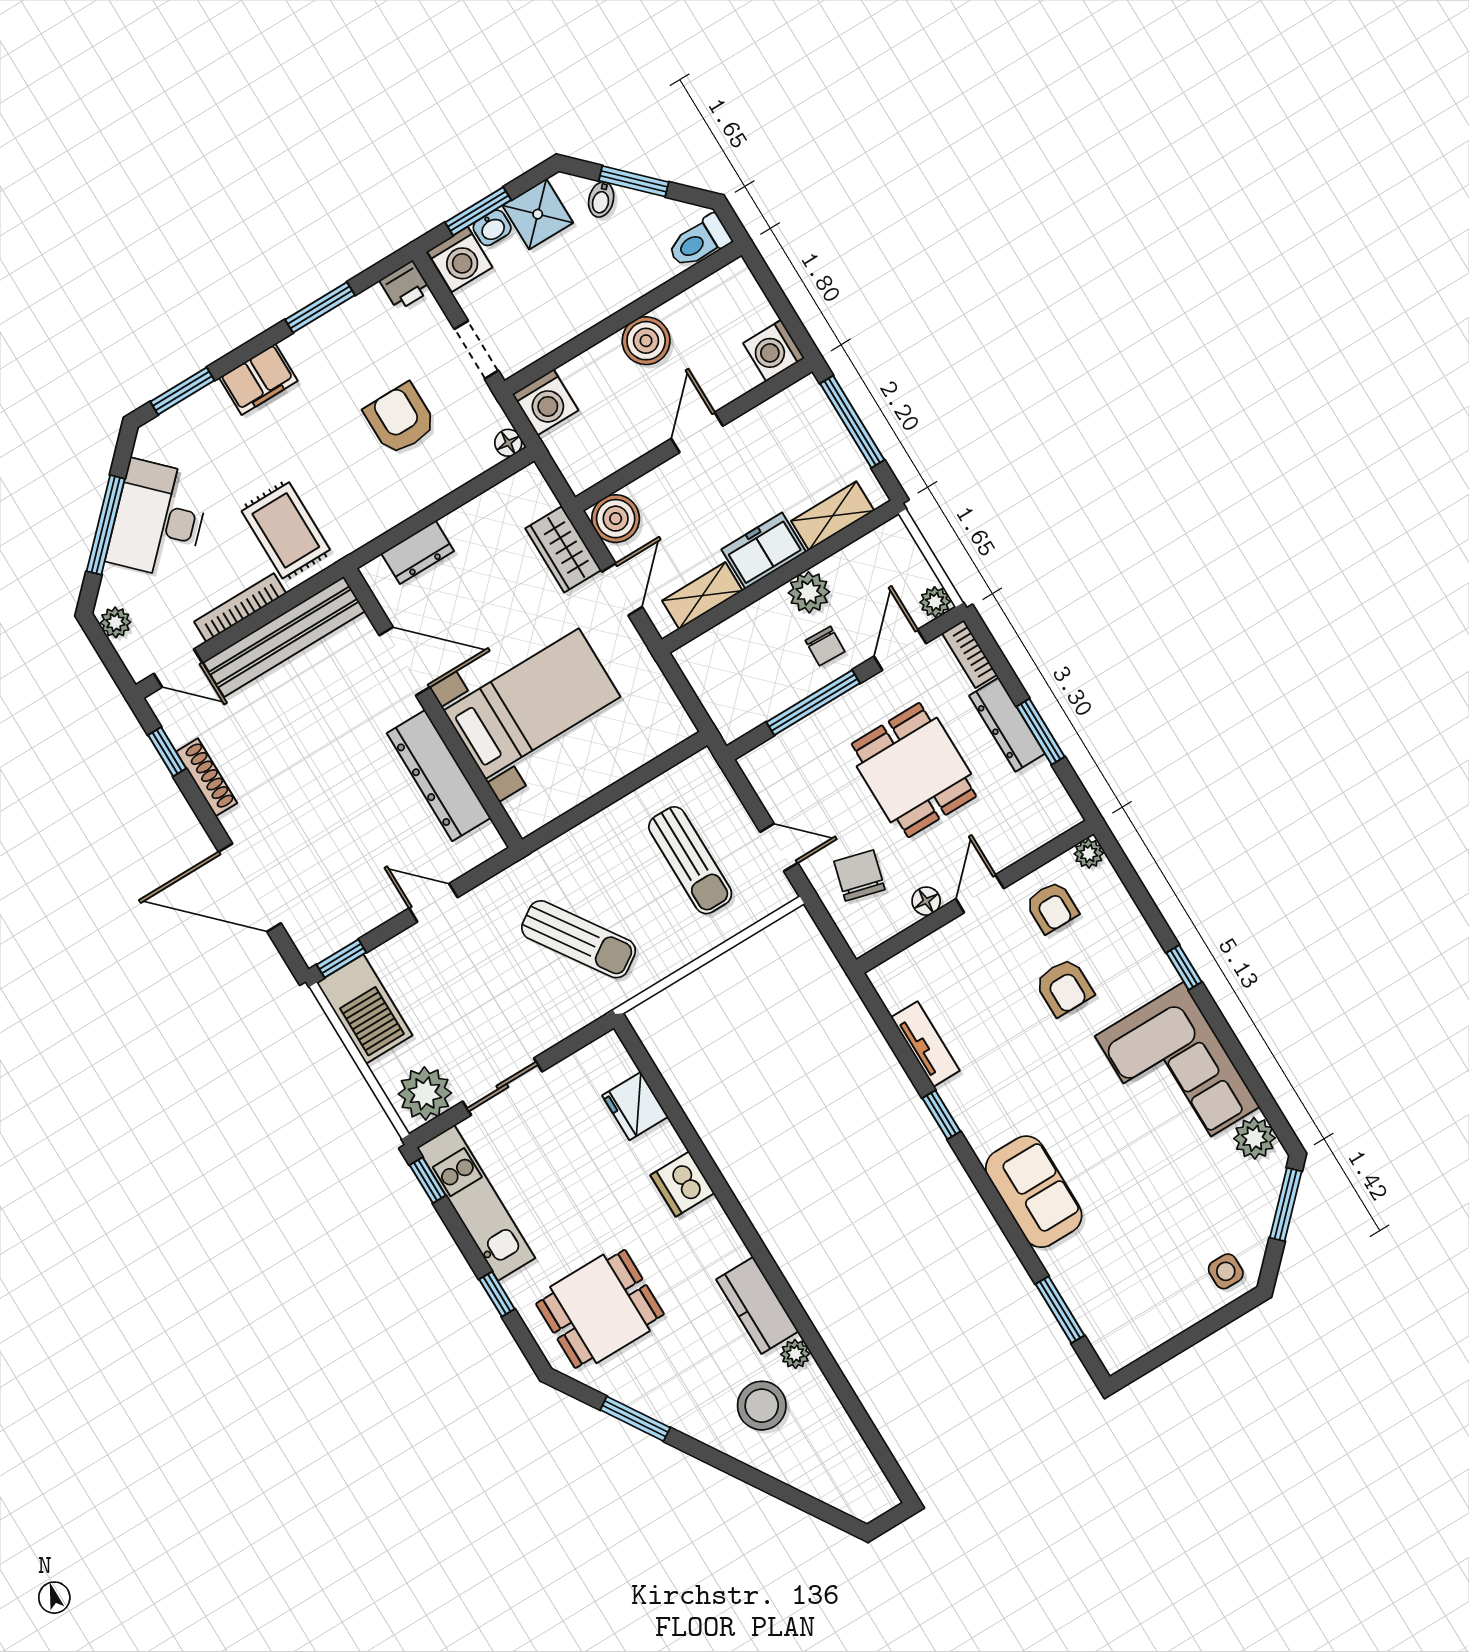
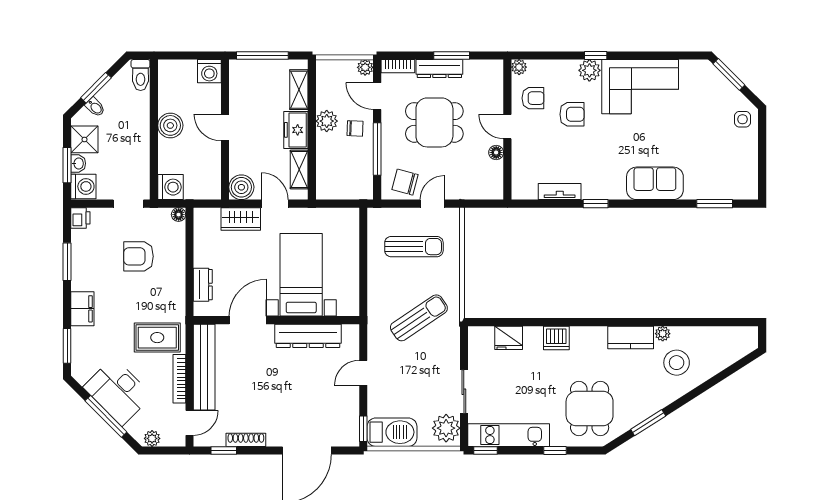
chair: (859, 875) -> (405, 182), moved
plant: (1254, 1138) -> (589, 70), moved

